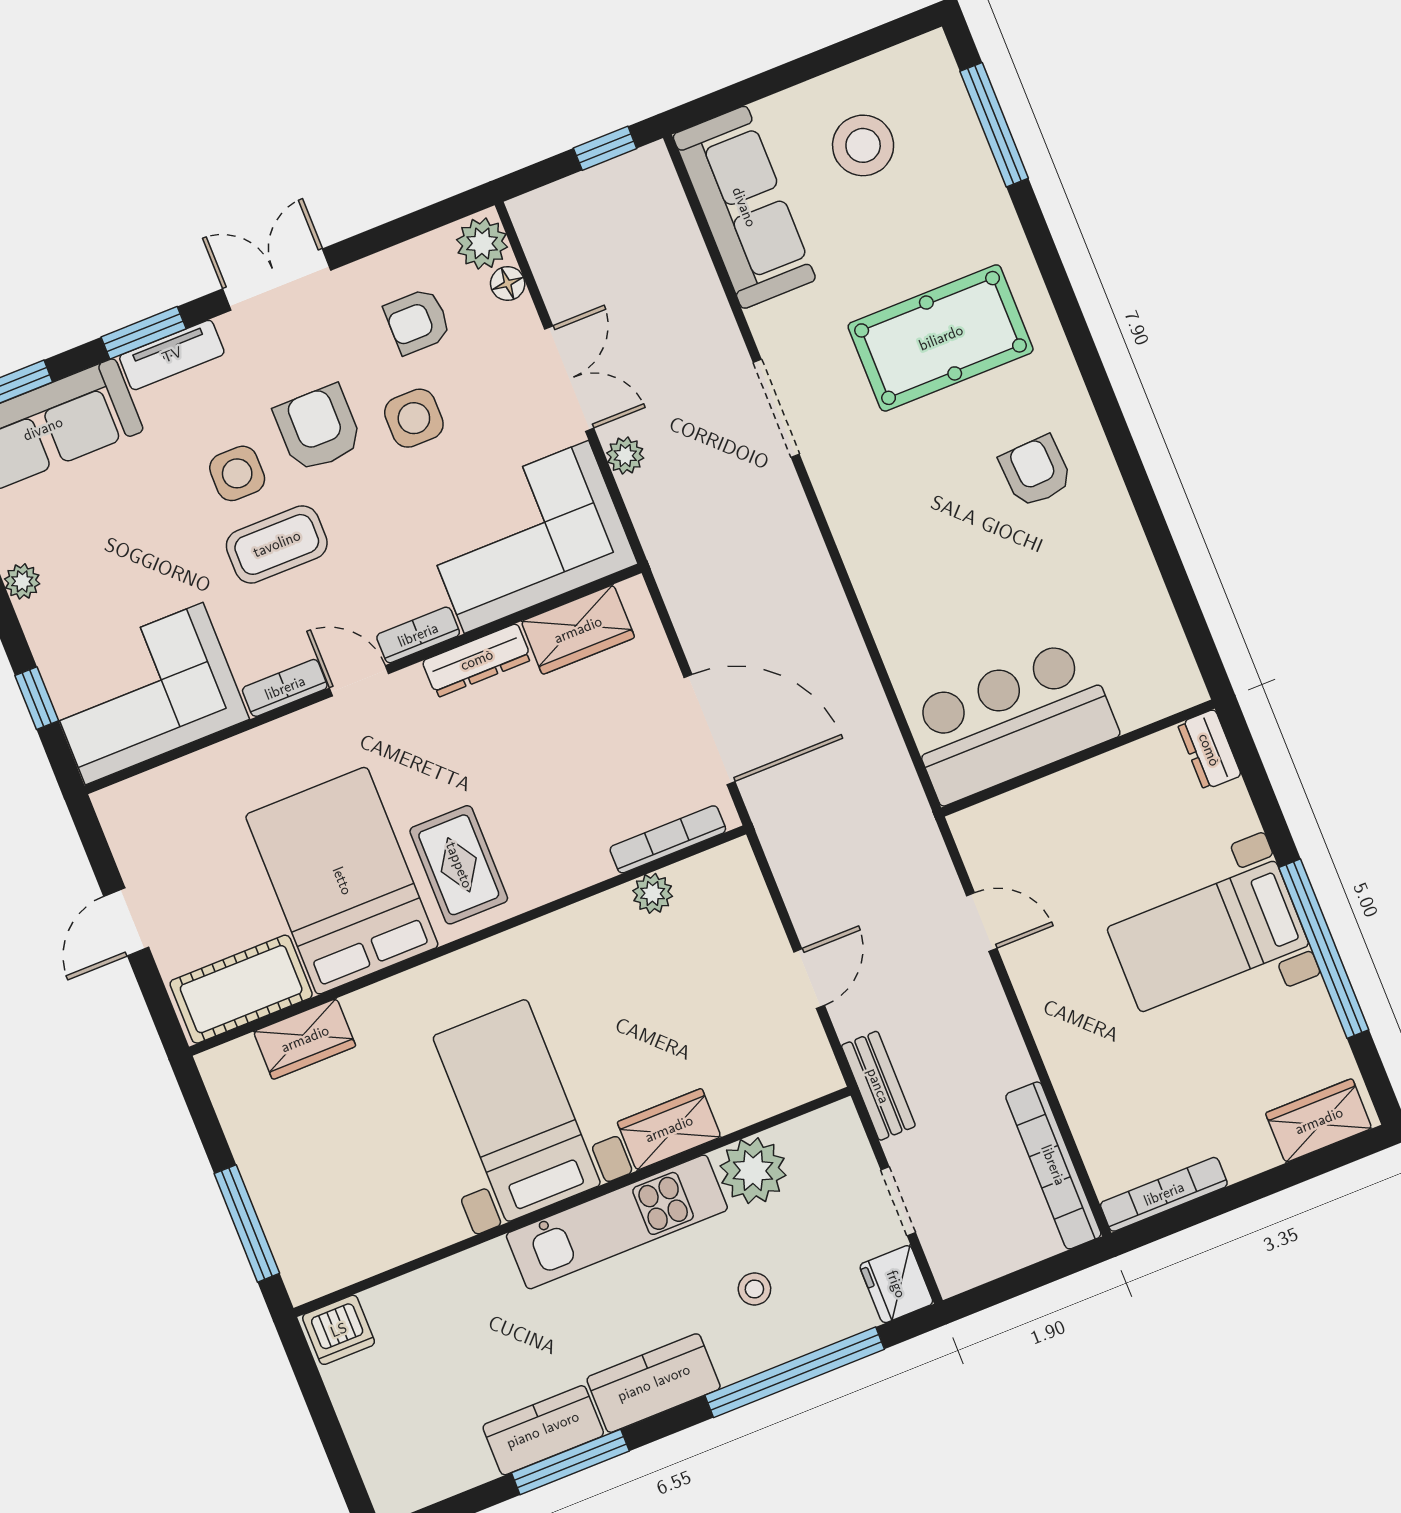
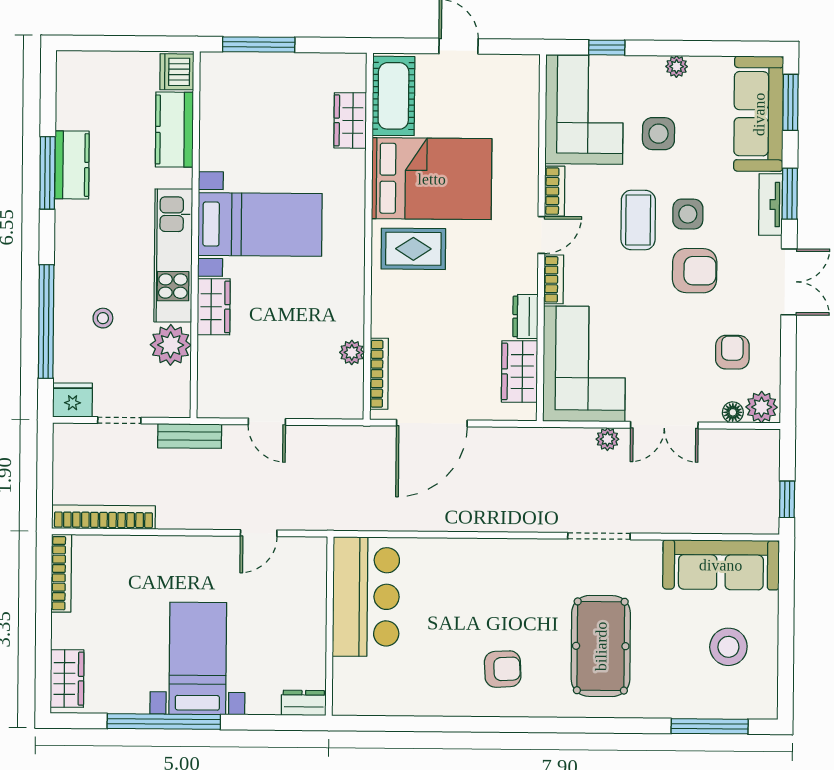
side table: (414, 418) -> (658, 134), moved
dresser: (477, 660) -> (525, 317), width x0.70
kitchen counter: (654, 1383) -> (174, 130), moved, turned 180

